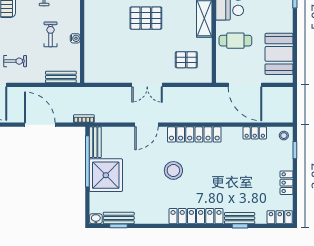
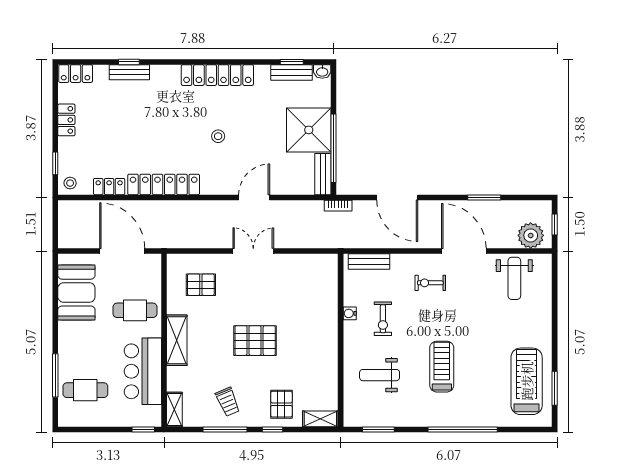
locker: (194, 134) -> (164, 184), moved
stool: (173, 170) -> (218, 136), width x0.53, depth x0.53
locker: (196, 216) -> (217, 75), moved

